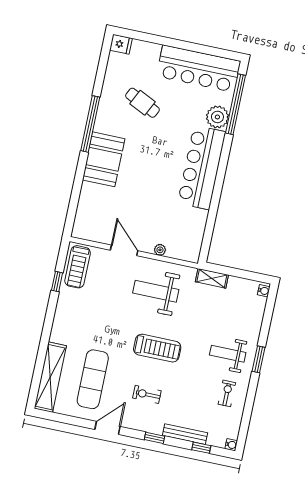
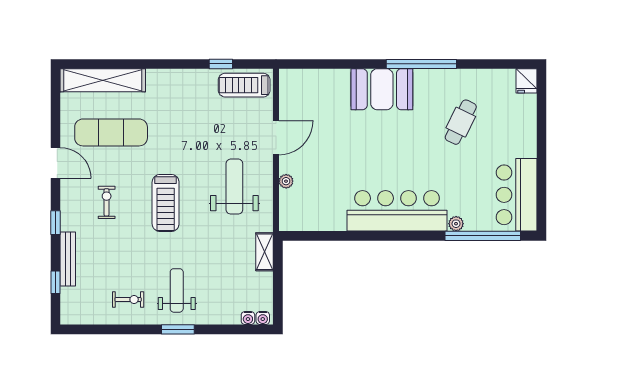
bar counter: (199, 69) -> (517, 195), width x0.73
plant: (217, 117) -> (456, 224), width x0.53, depth x0.53
water cooler: (231, 445) -> (248, 318), moved

